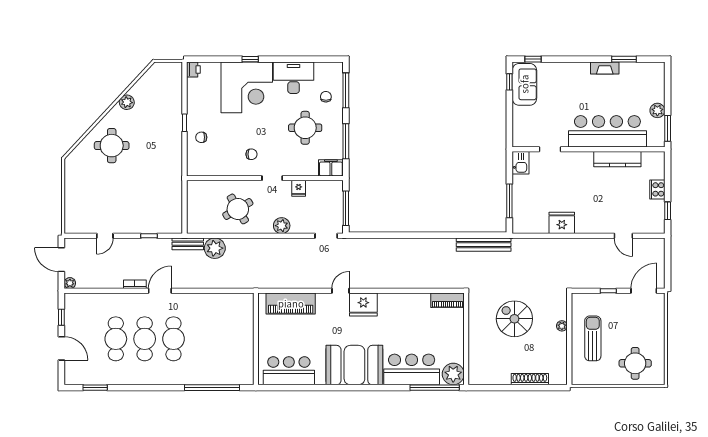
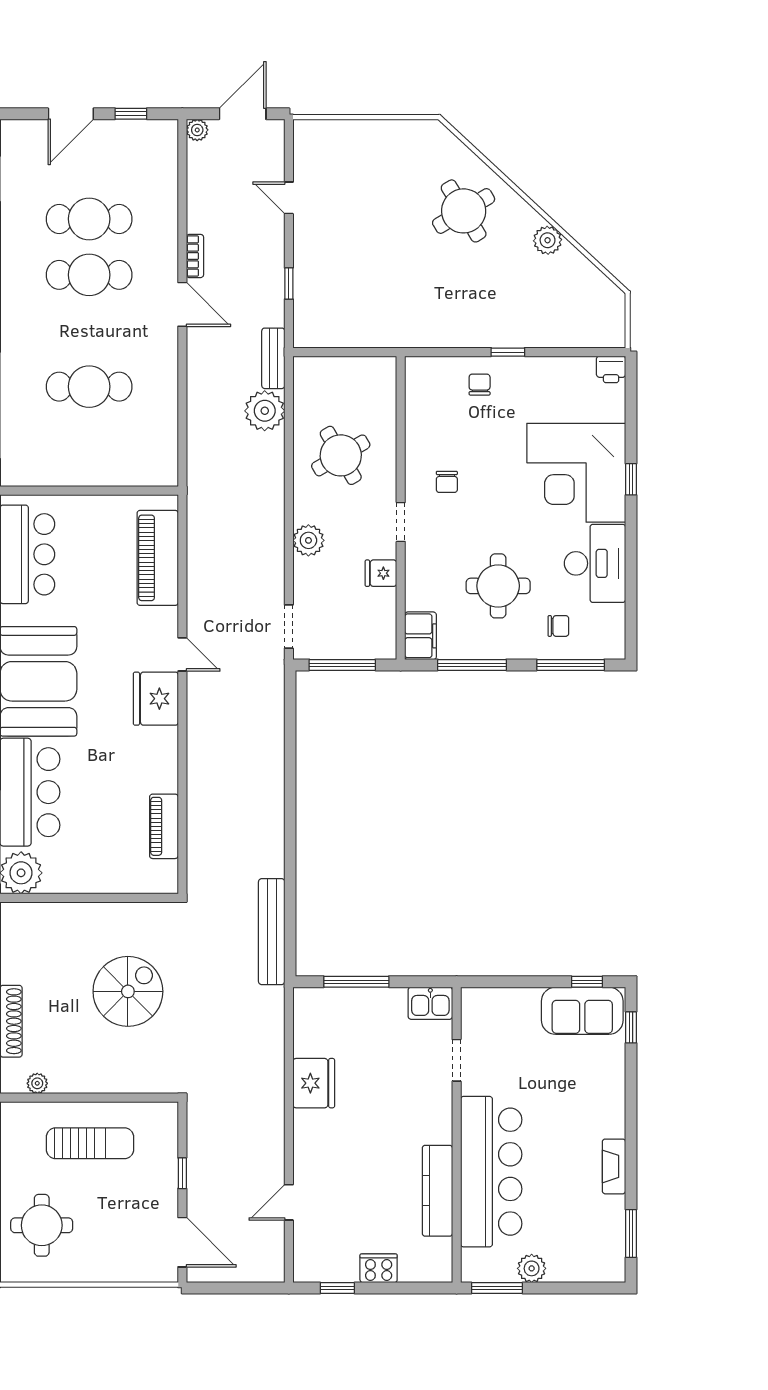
window: (624, 59) -> (631, 1233), moved
round table: (112, 146) -> (464, 211), turned -31
piano: (448, 300) -> (164, 826), moved
plant: (562, 326) -> (37, 1083), moved
cafe table: (173, 339) -> (89, 387), moved

